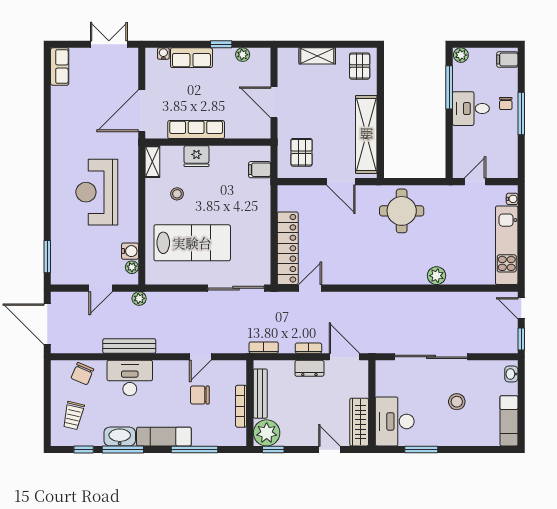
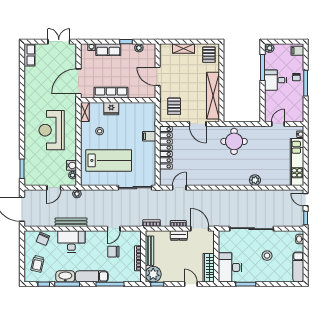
filing cabinet: (260, 170) -> (149, 136), moved
locker: (288, 248) -> (166, 148), moved

